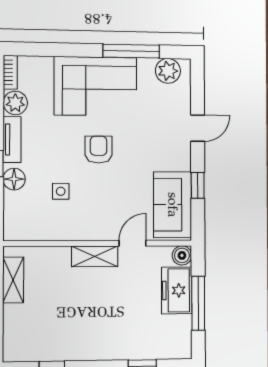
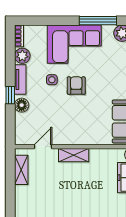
side table: (61, 191) -> (52, 80), moved
door: (133, 243) -> (43, 147), moved

